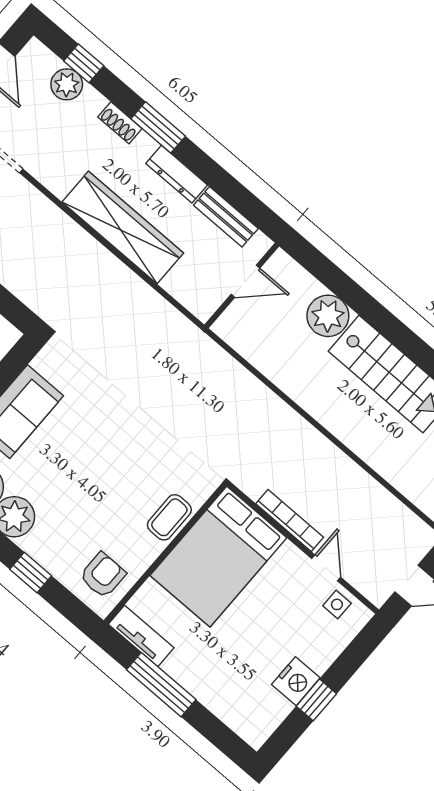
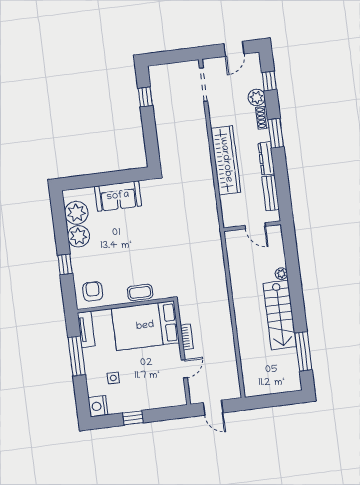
plant: (67, 84) -> (257, 97), moved
plant: (328, 316) -> (281, 274), width x0.53, depth x0.53
bookcase: (290, 520) -> (187, 337), width x0.64
armchair: (103, 575) -> (93, 291), turned -90
side table: (337, 604) -> (113, 378), moved
nightstand: (296, 681) -> (98, 406), moved, turned 90

